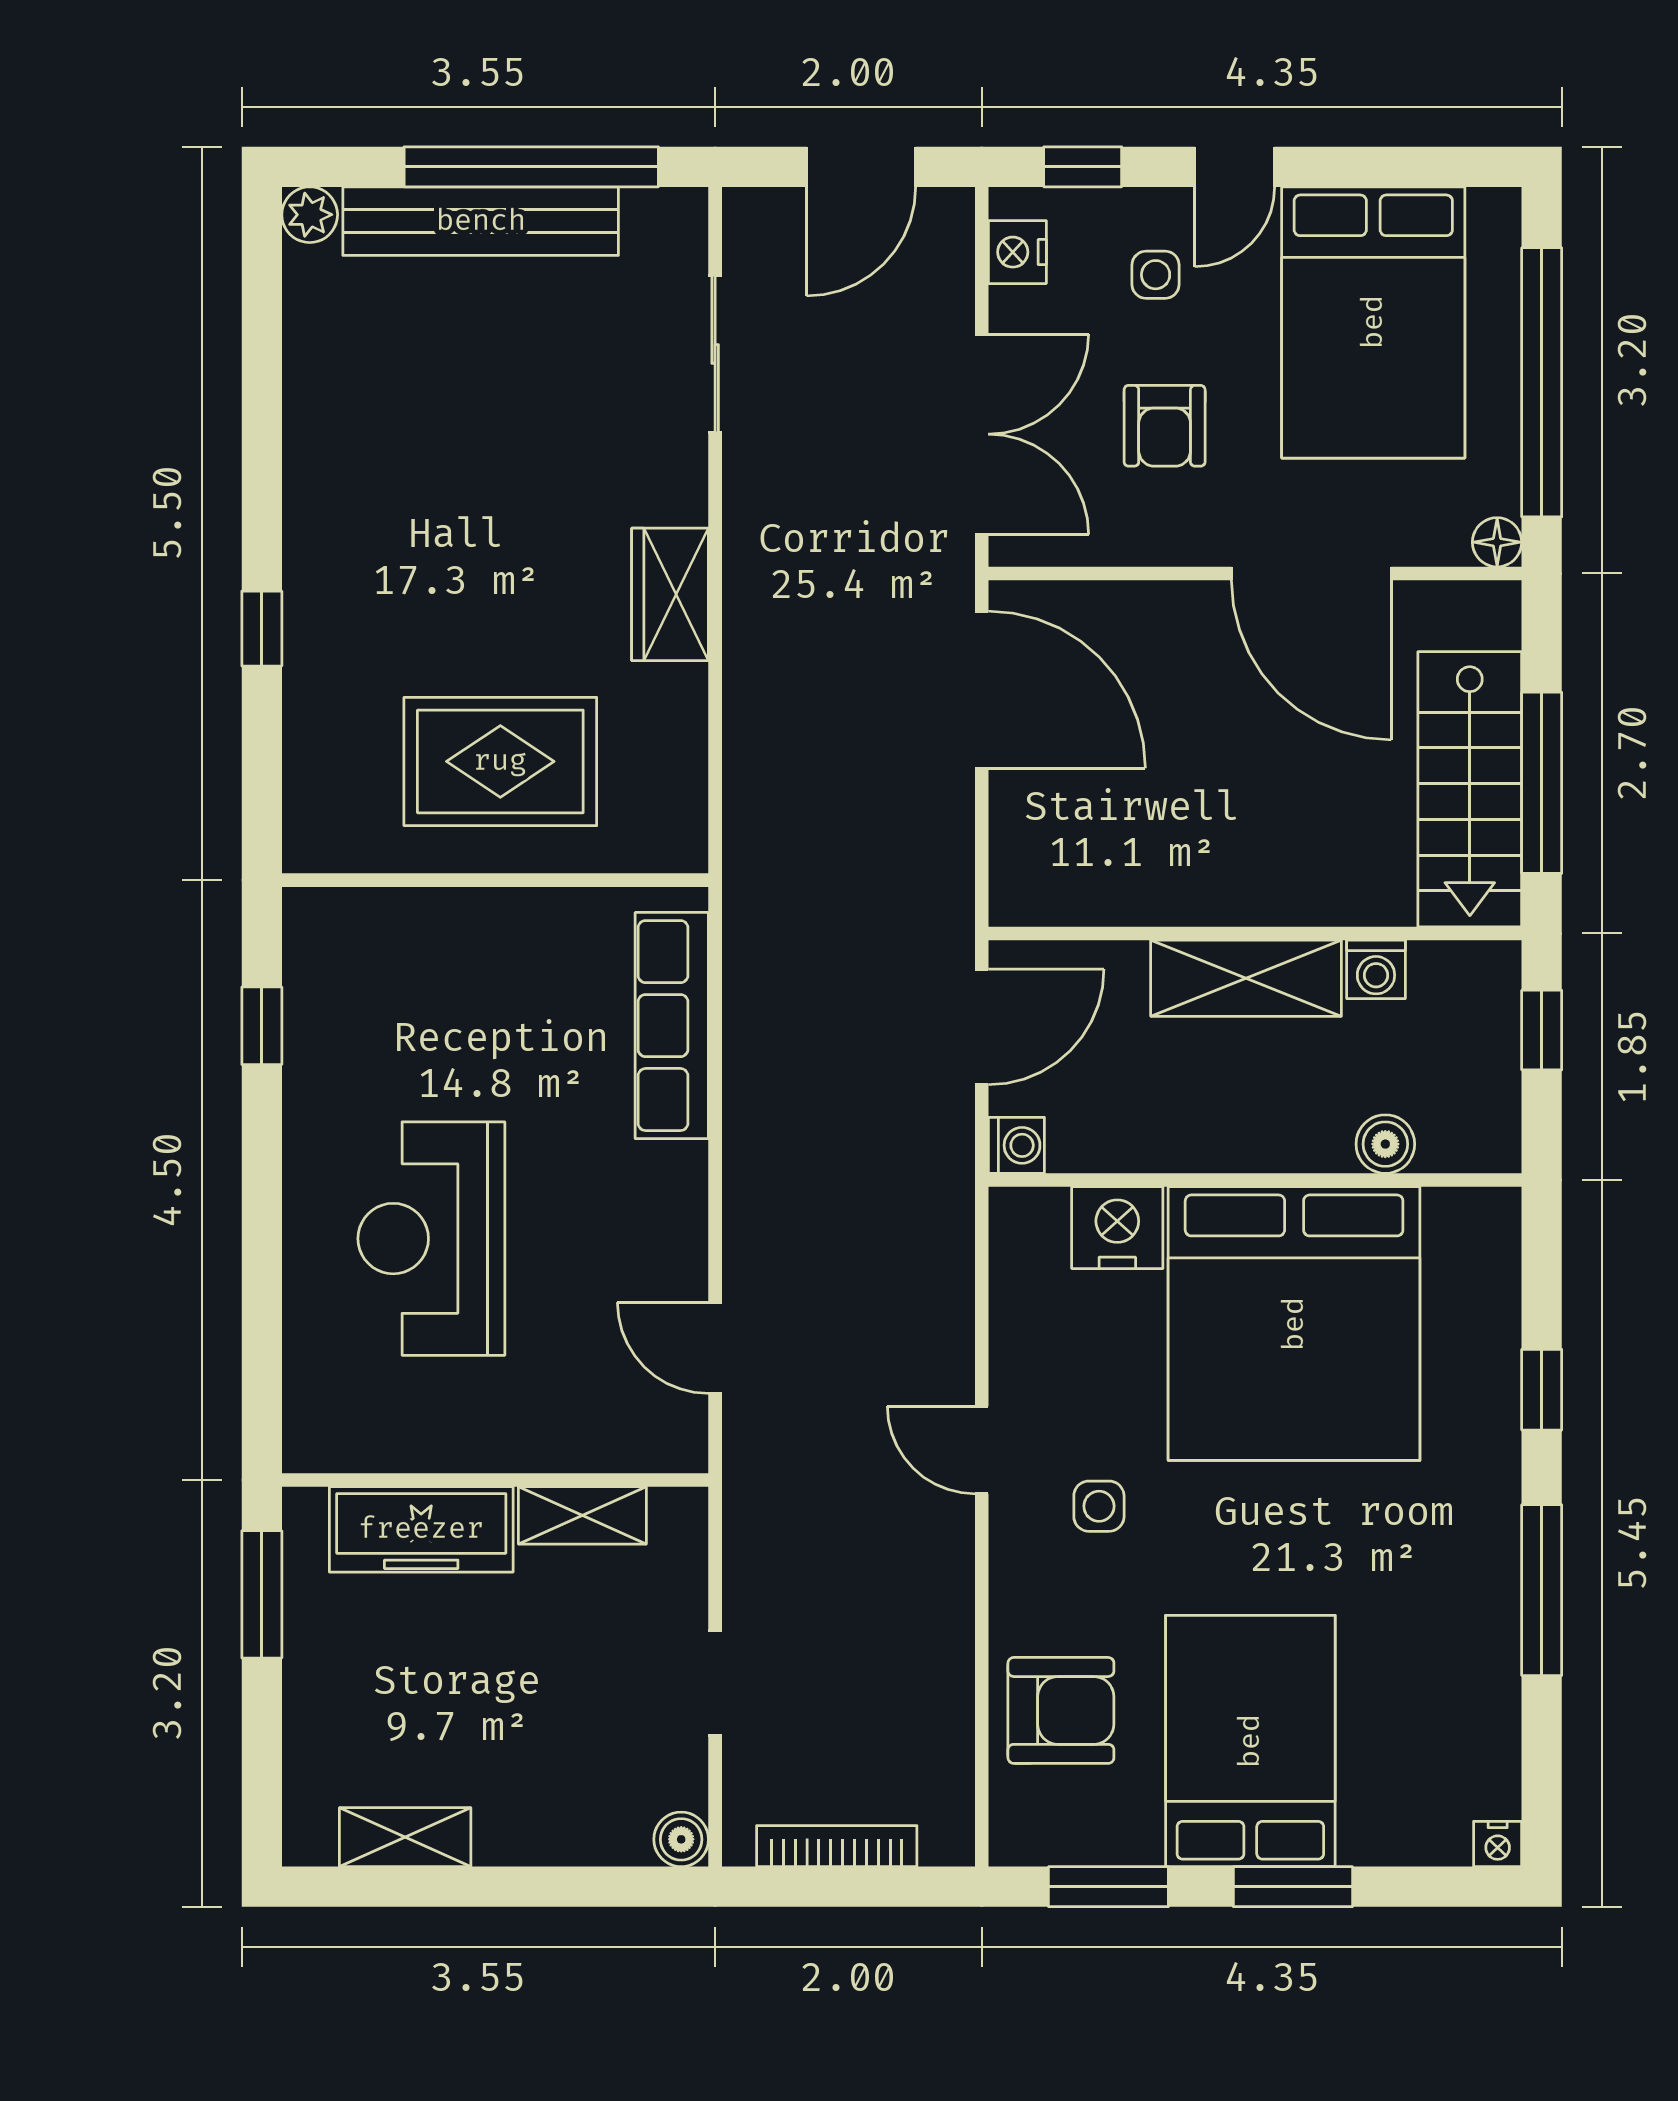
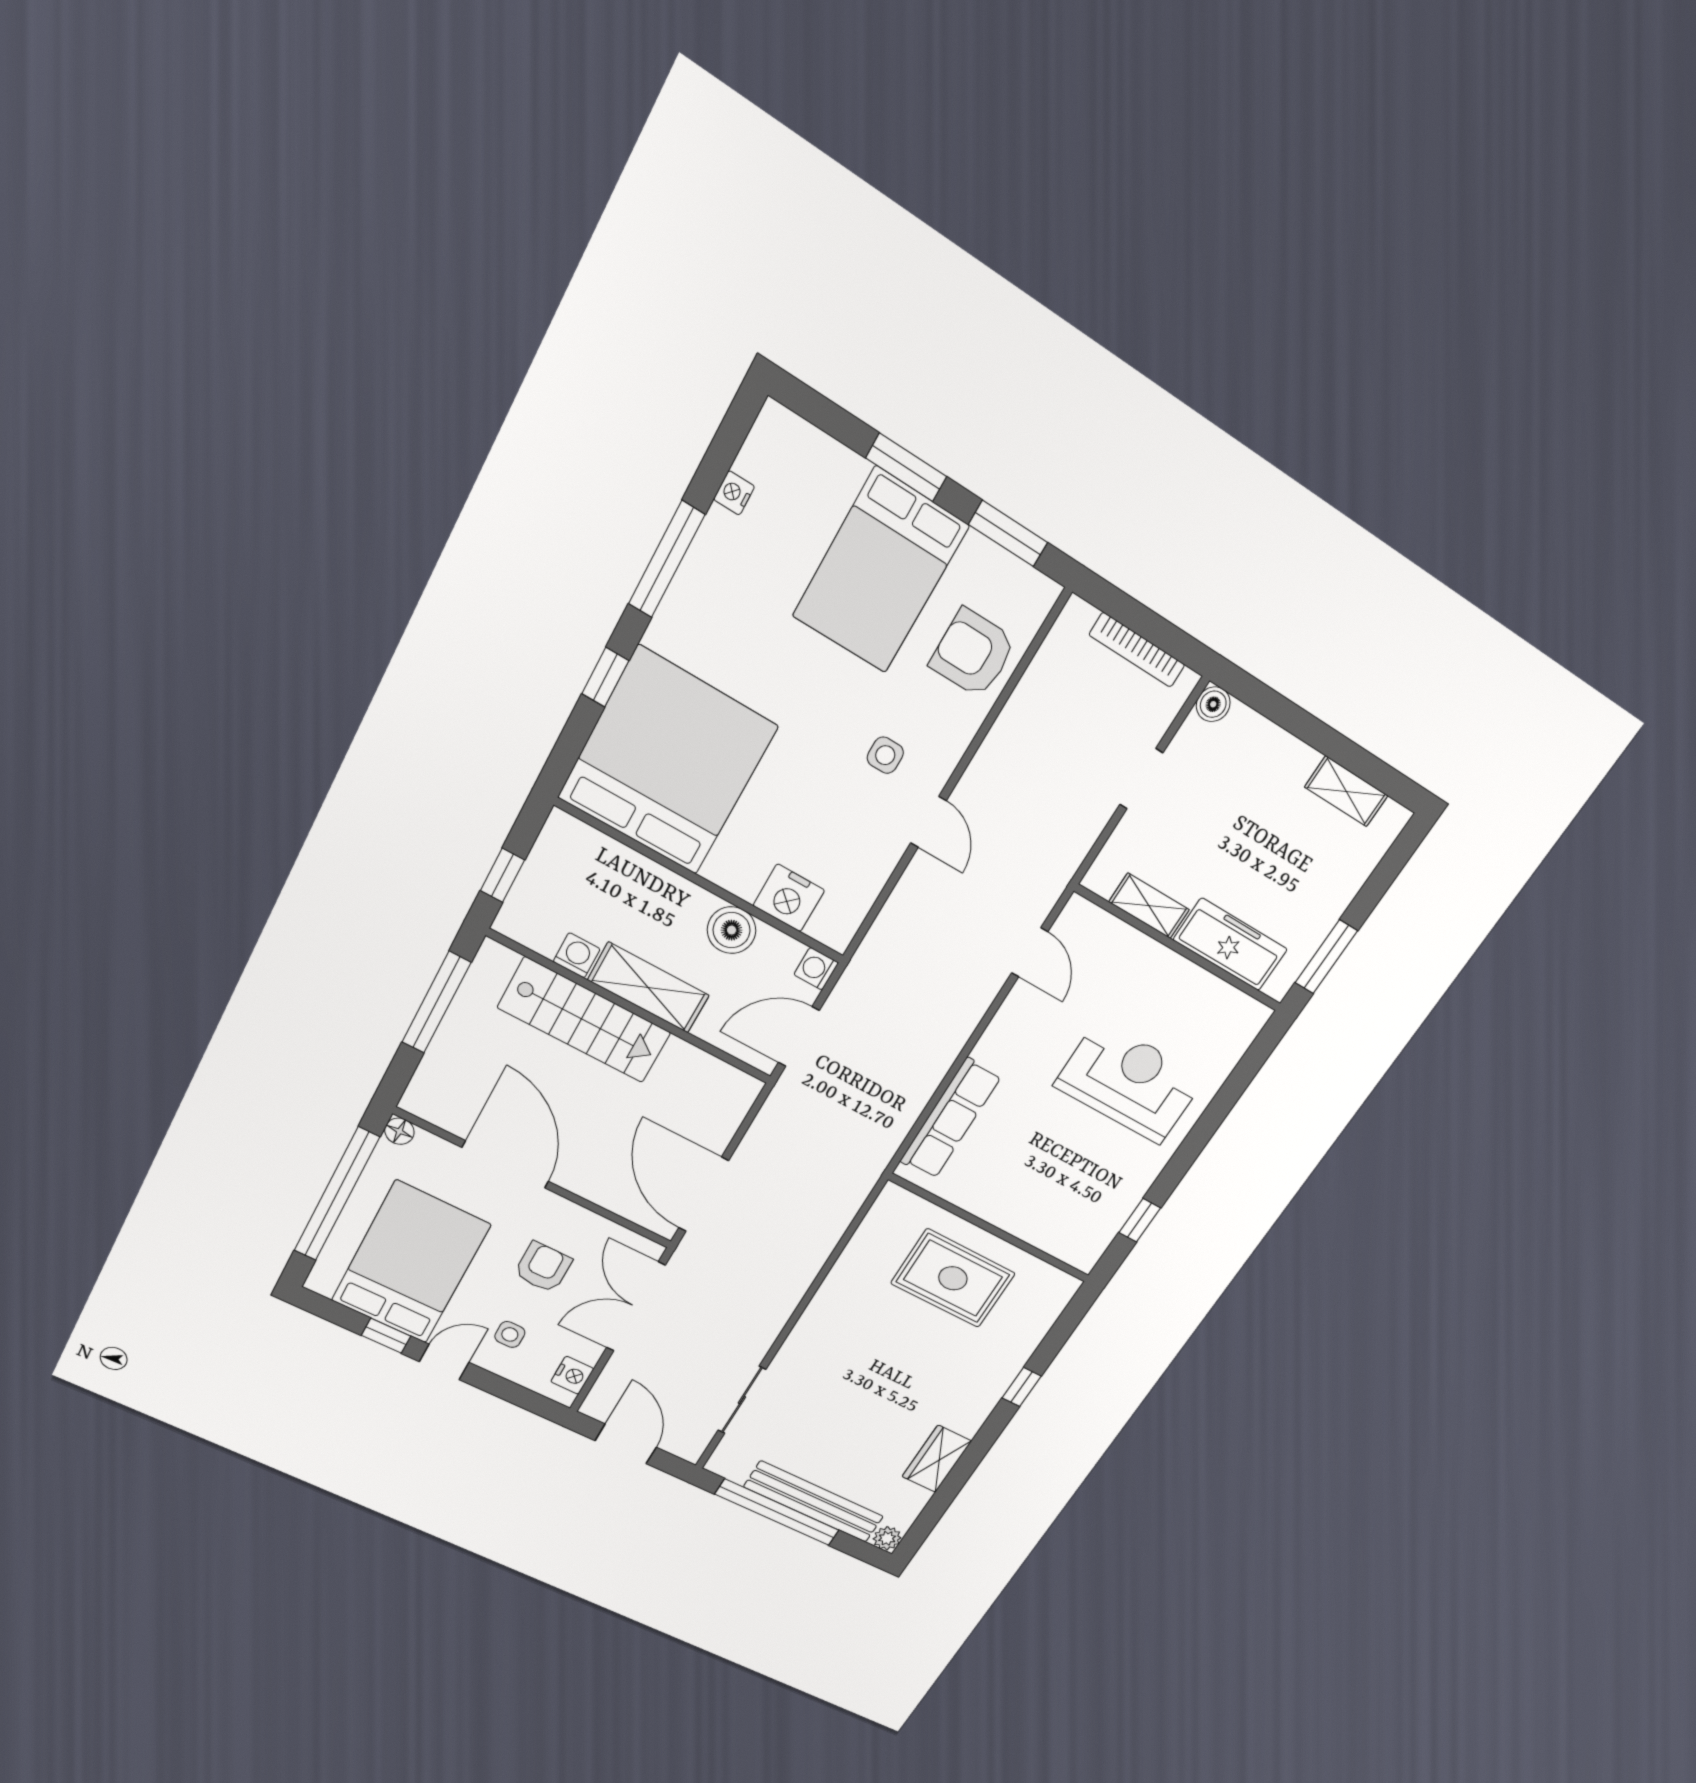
door: (861, 167) -> (626, 1444), hinge flipped
window: (1083, 167) -> (386, 1336), moved
wardrobe: (670, 594) -> (937, 1459), moved, turned 180
stairs: (1470, 789) -> (584, 1020), moved, turned 90
boiler: (1385, 1144) -> (732, 930), moved, width x1.36, depth x1.36
reception desk: (431, 1239) -> (1130, 1082), turned -90
bed: (1294, 1324) -> (668, 762), moved
nightstand: (1498, 1844) -> (734, 493), moved, turned -90

